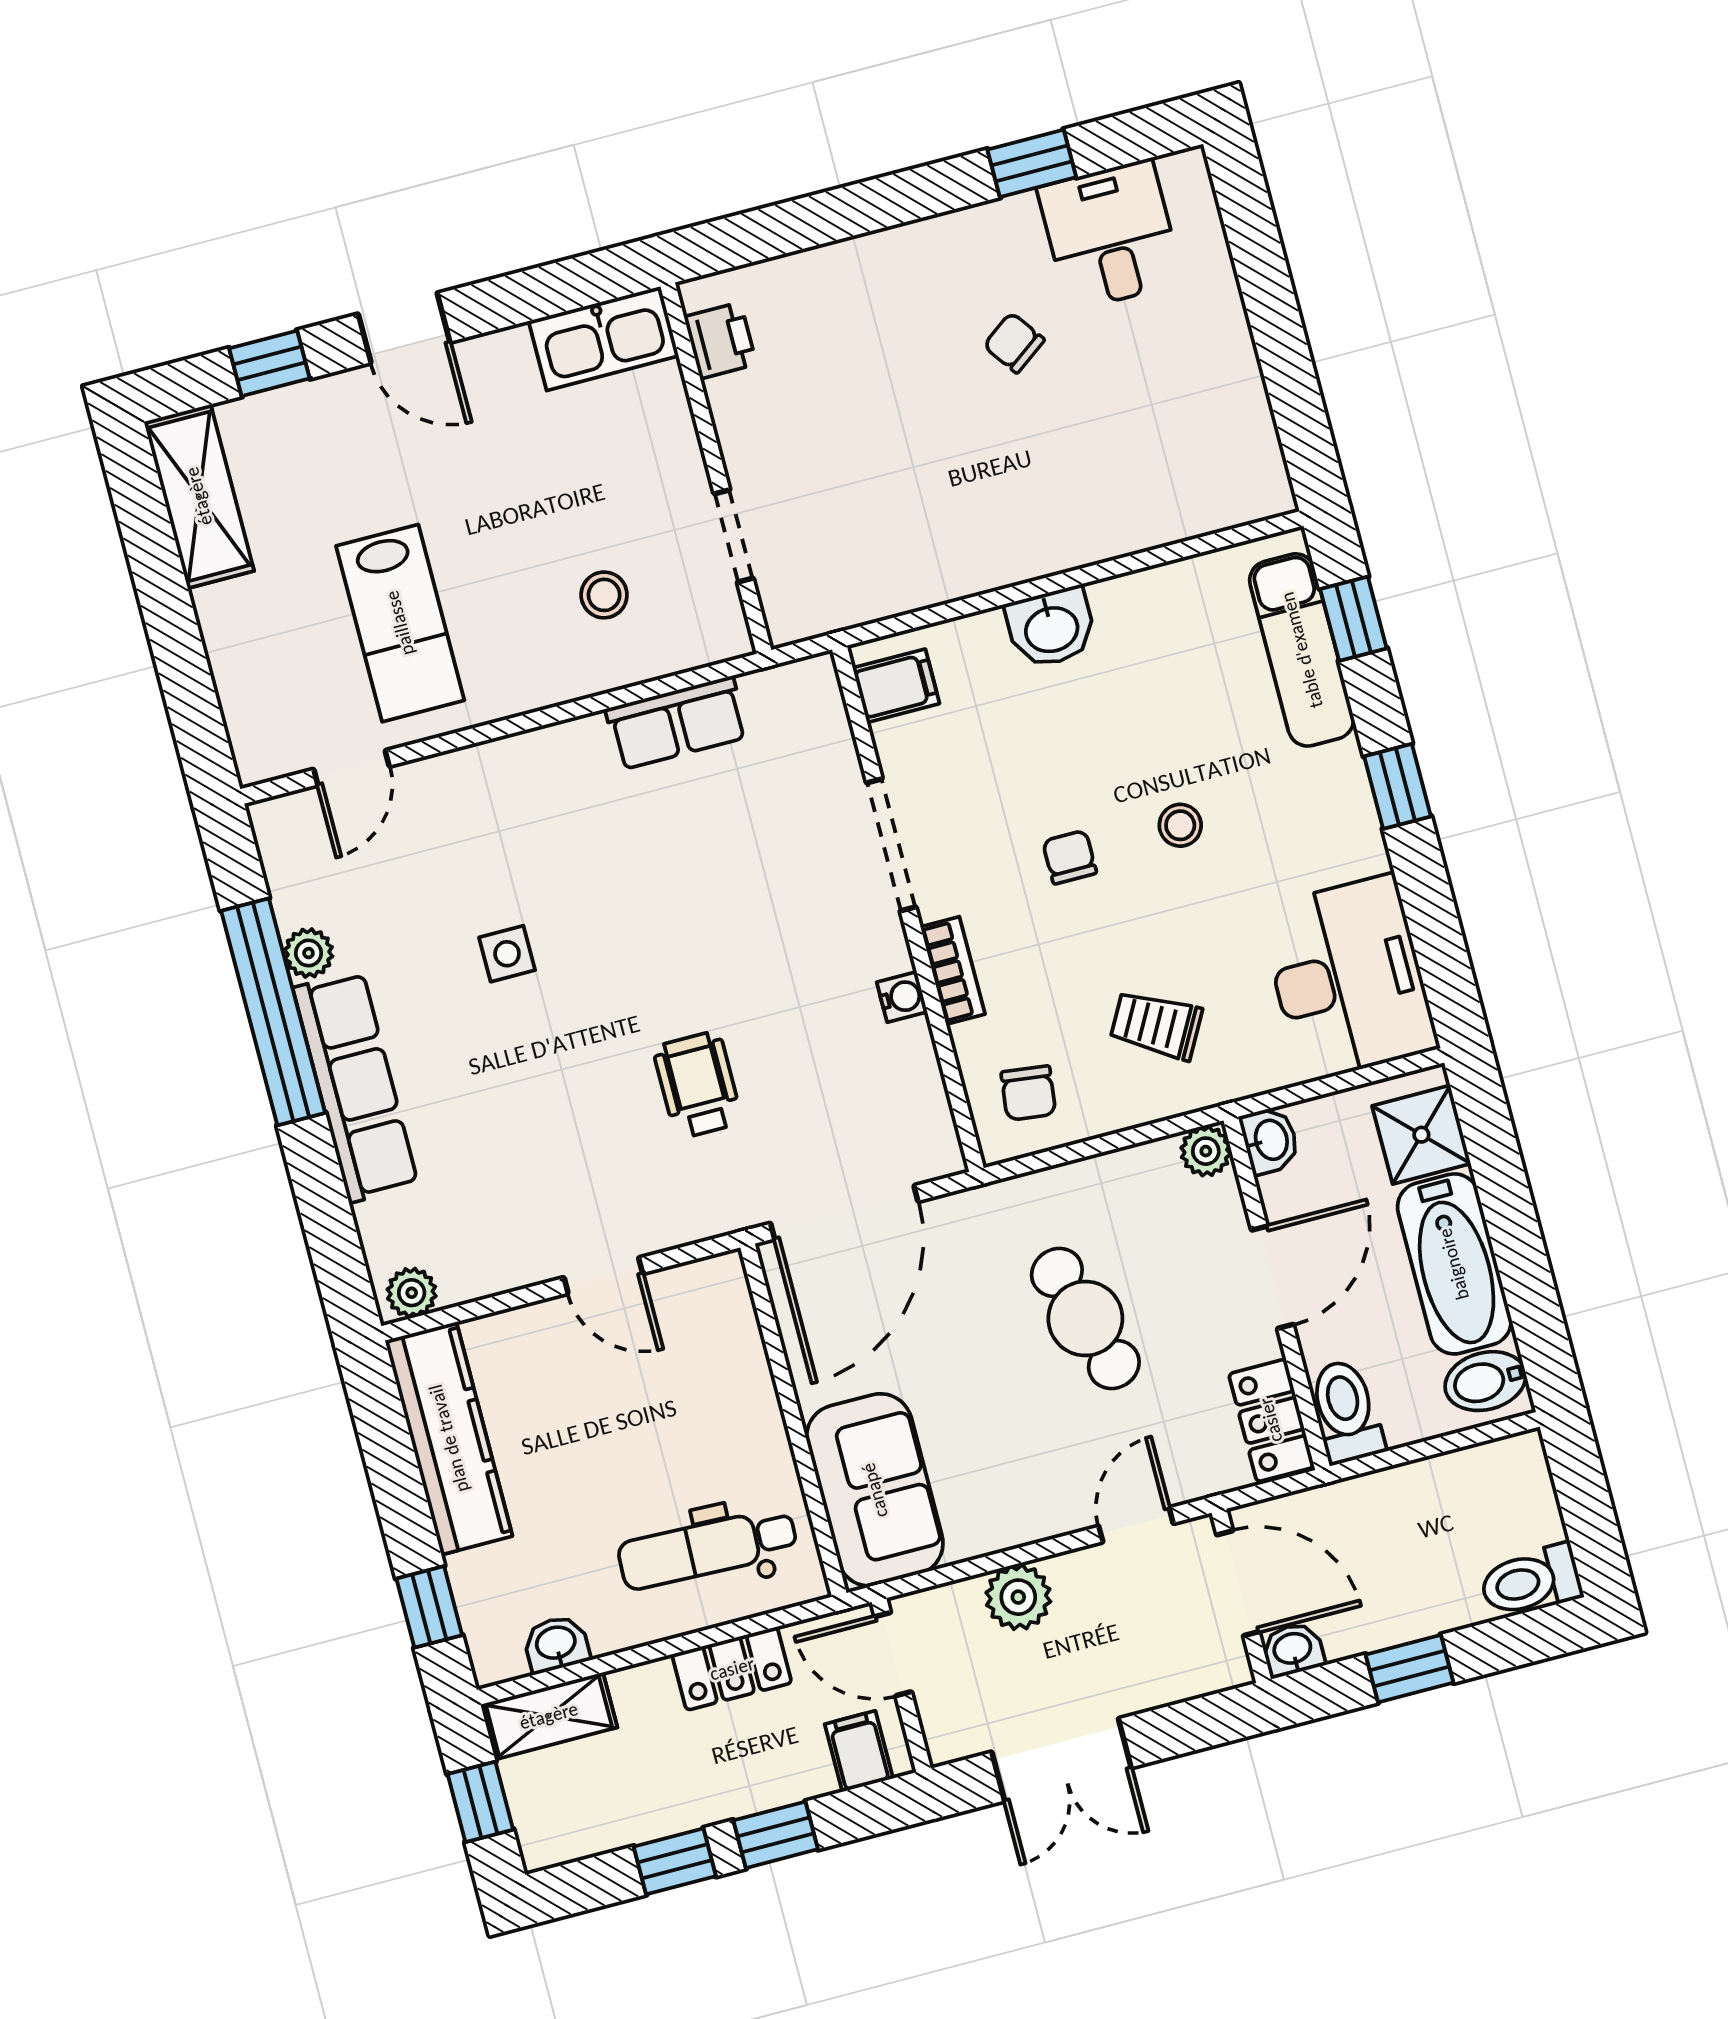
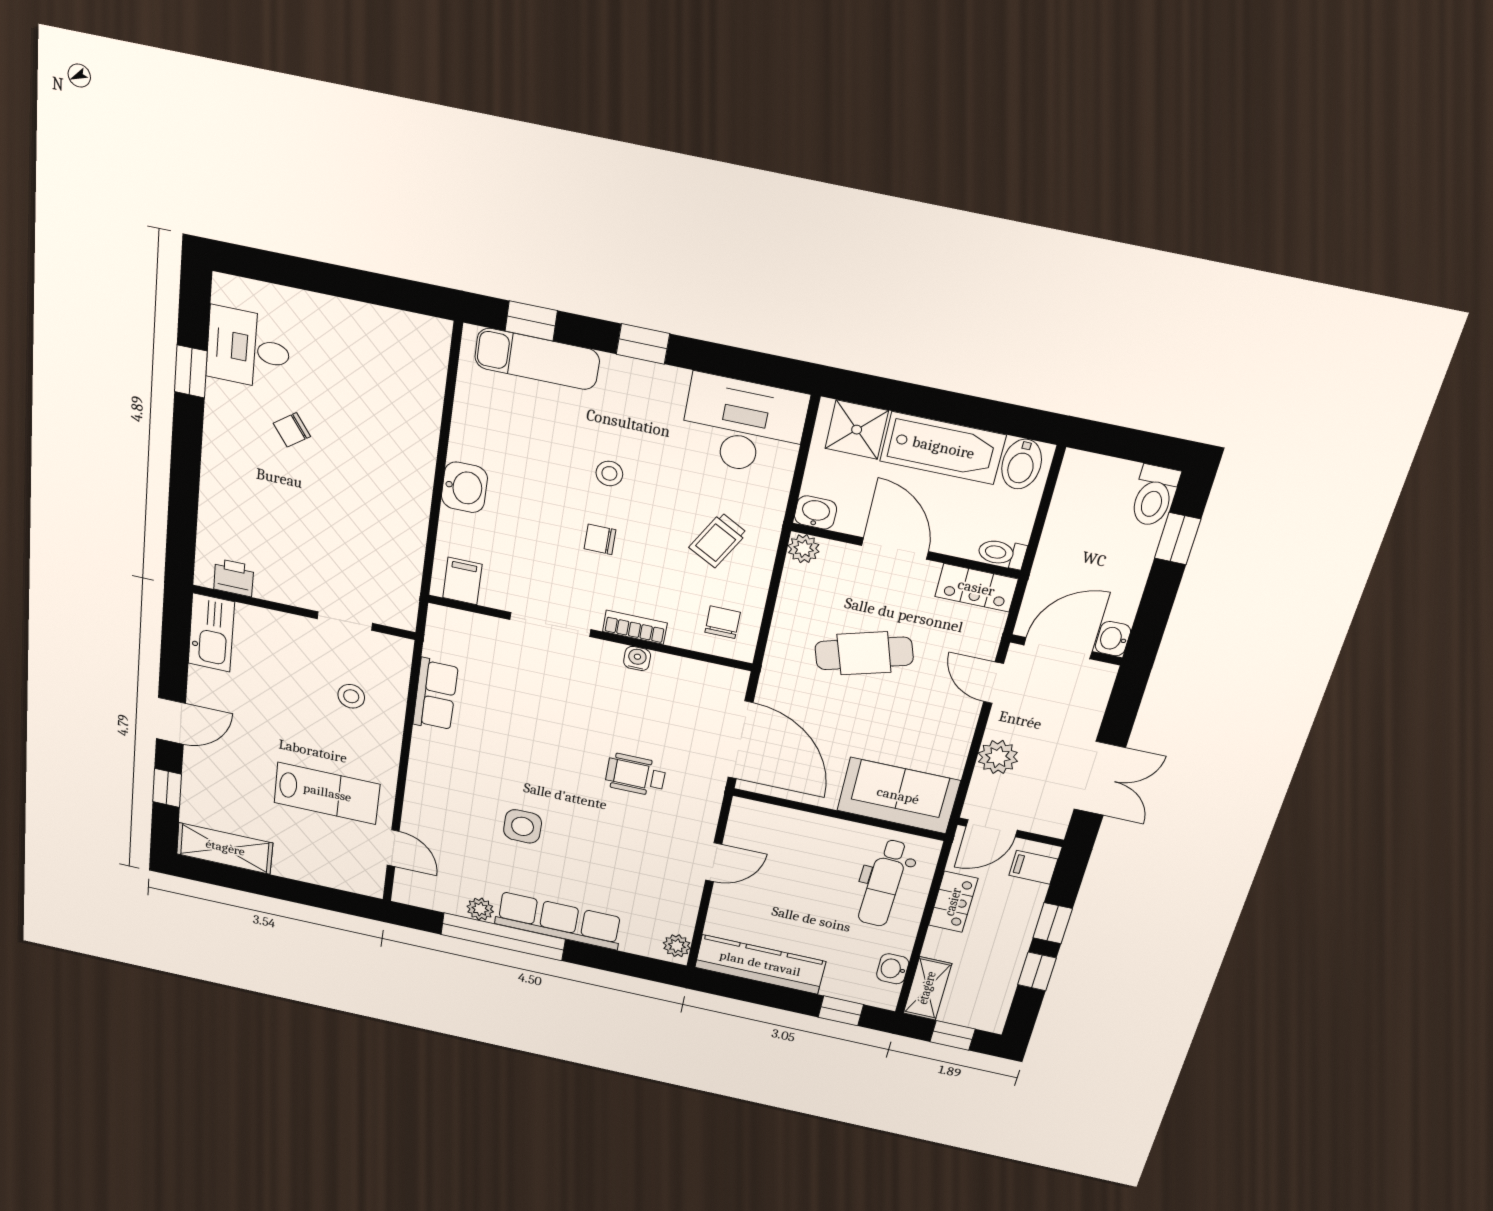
side table: (507, 954) -> (523, 826), width x1.37, depth x1.37
chair: (1028, 1093) -> (723, 622), turned -97
toilet: (1346, 1411) -> (1002, 553), width x0.73, depth x0.72
window: (1409, 1669) -> (1178, 539), moved

